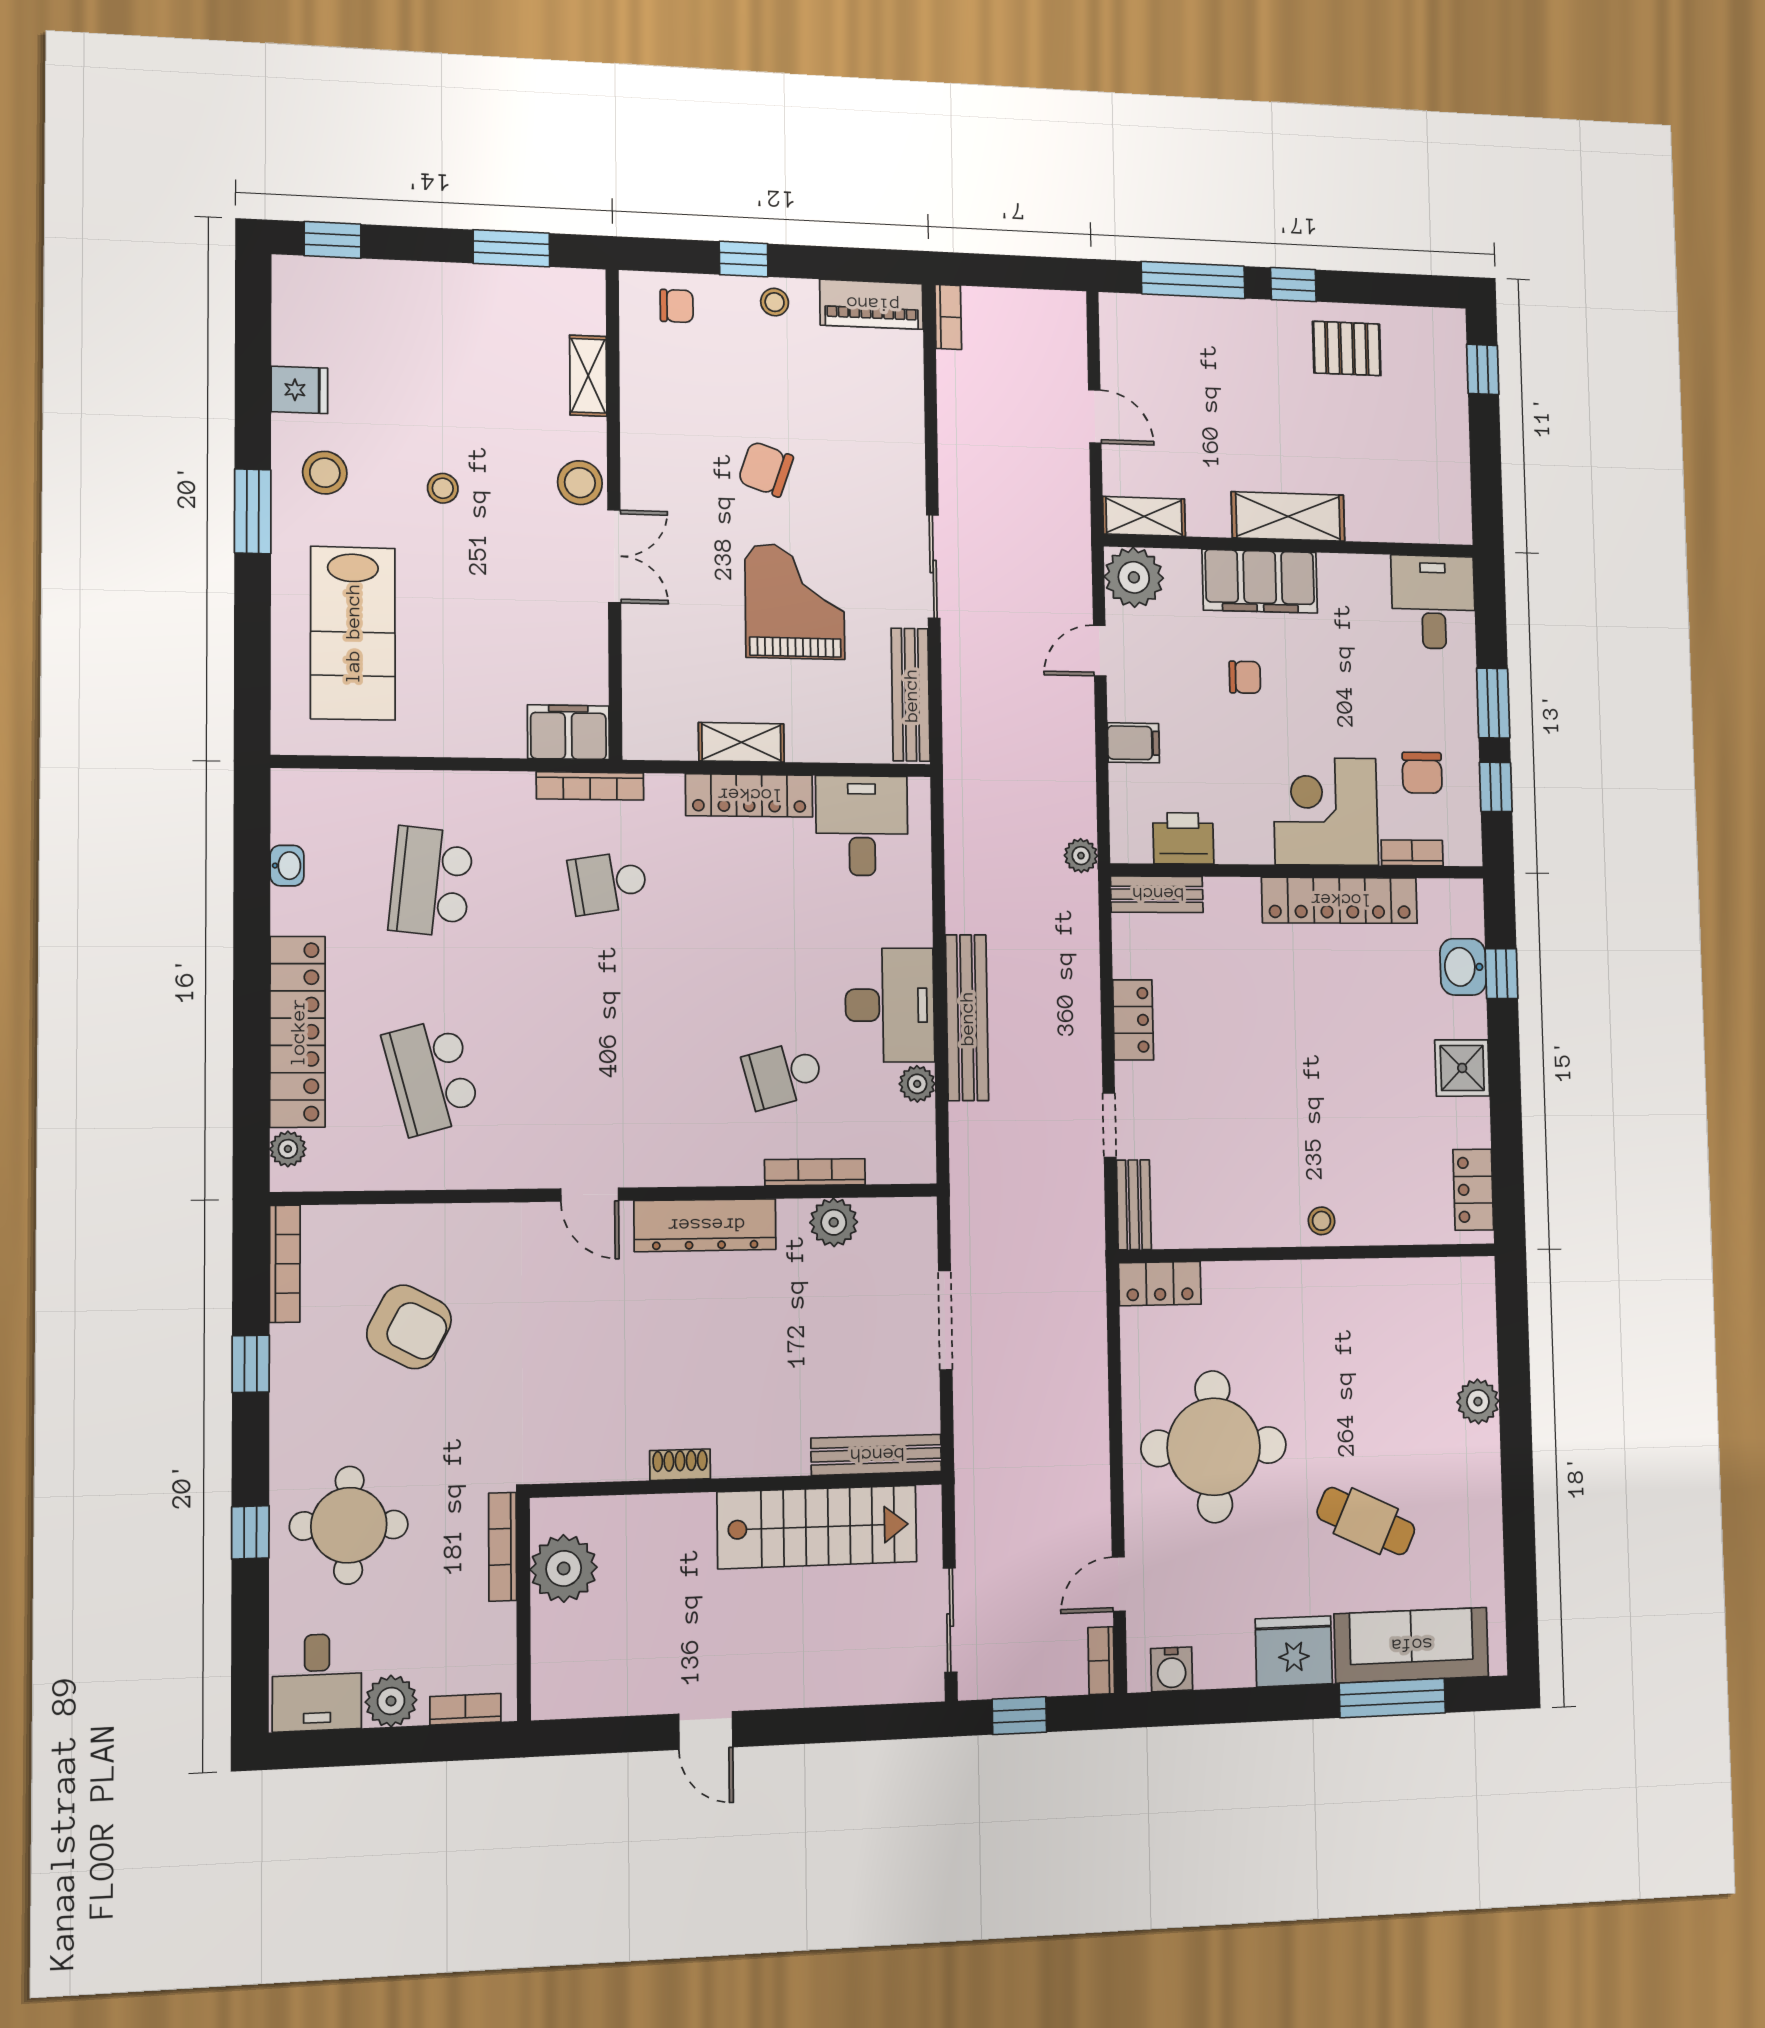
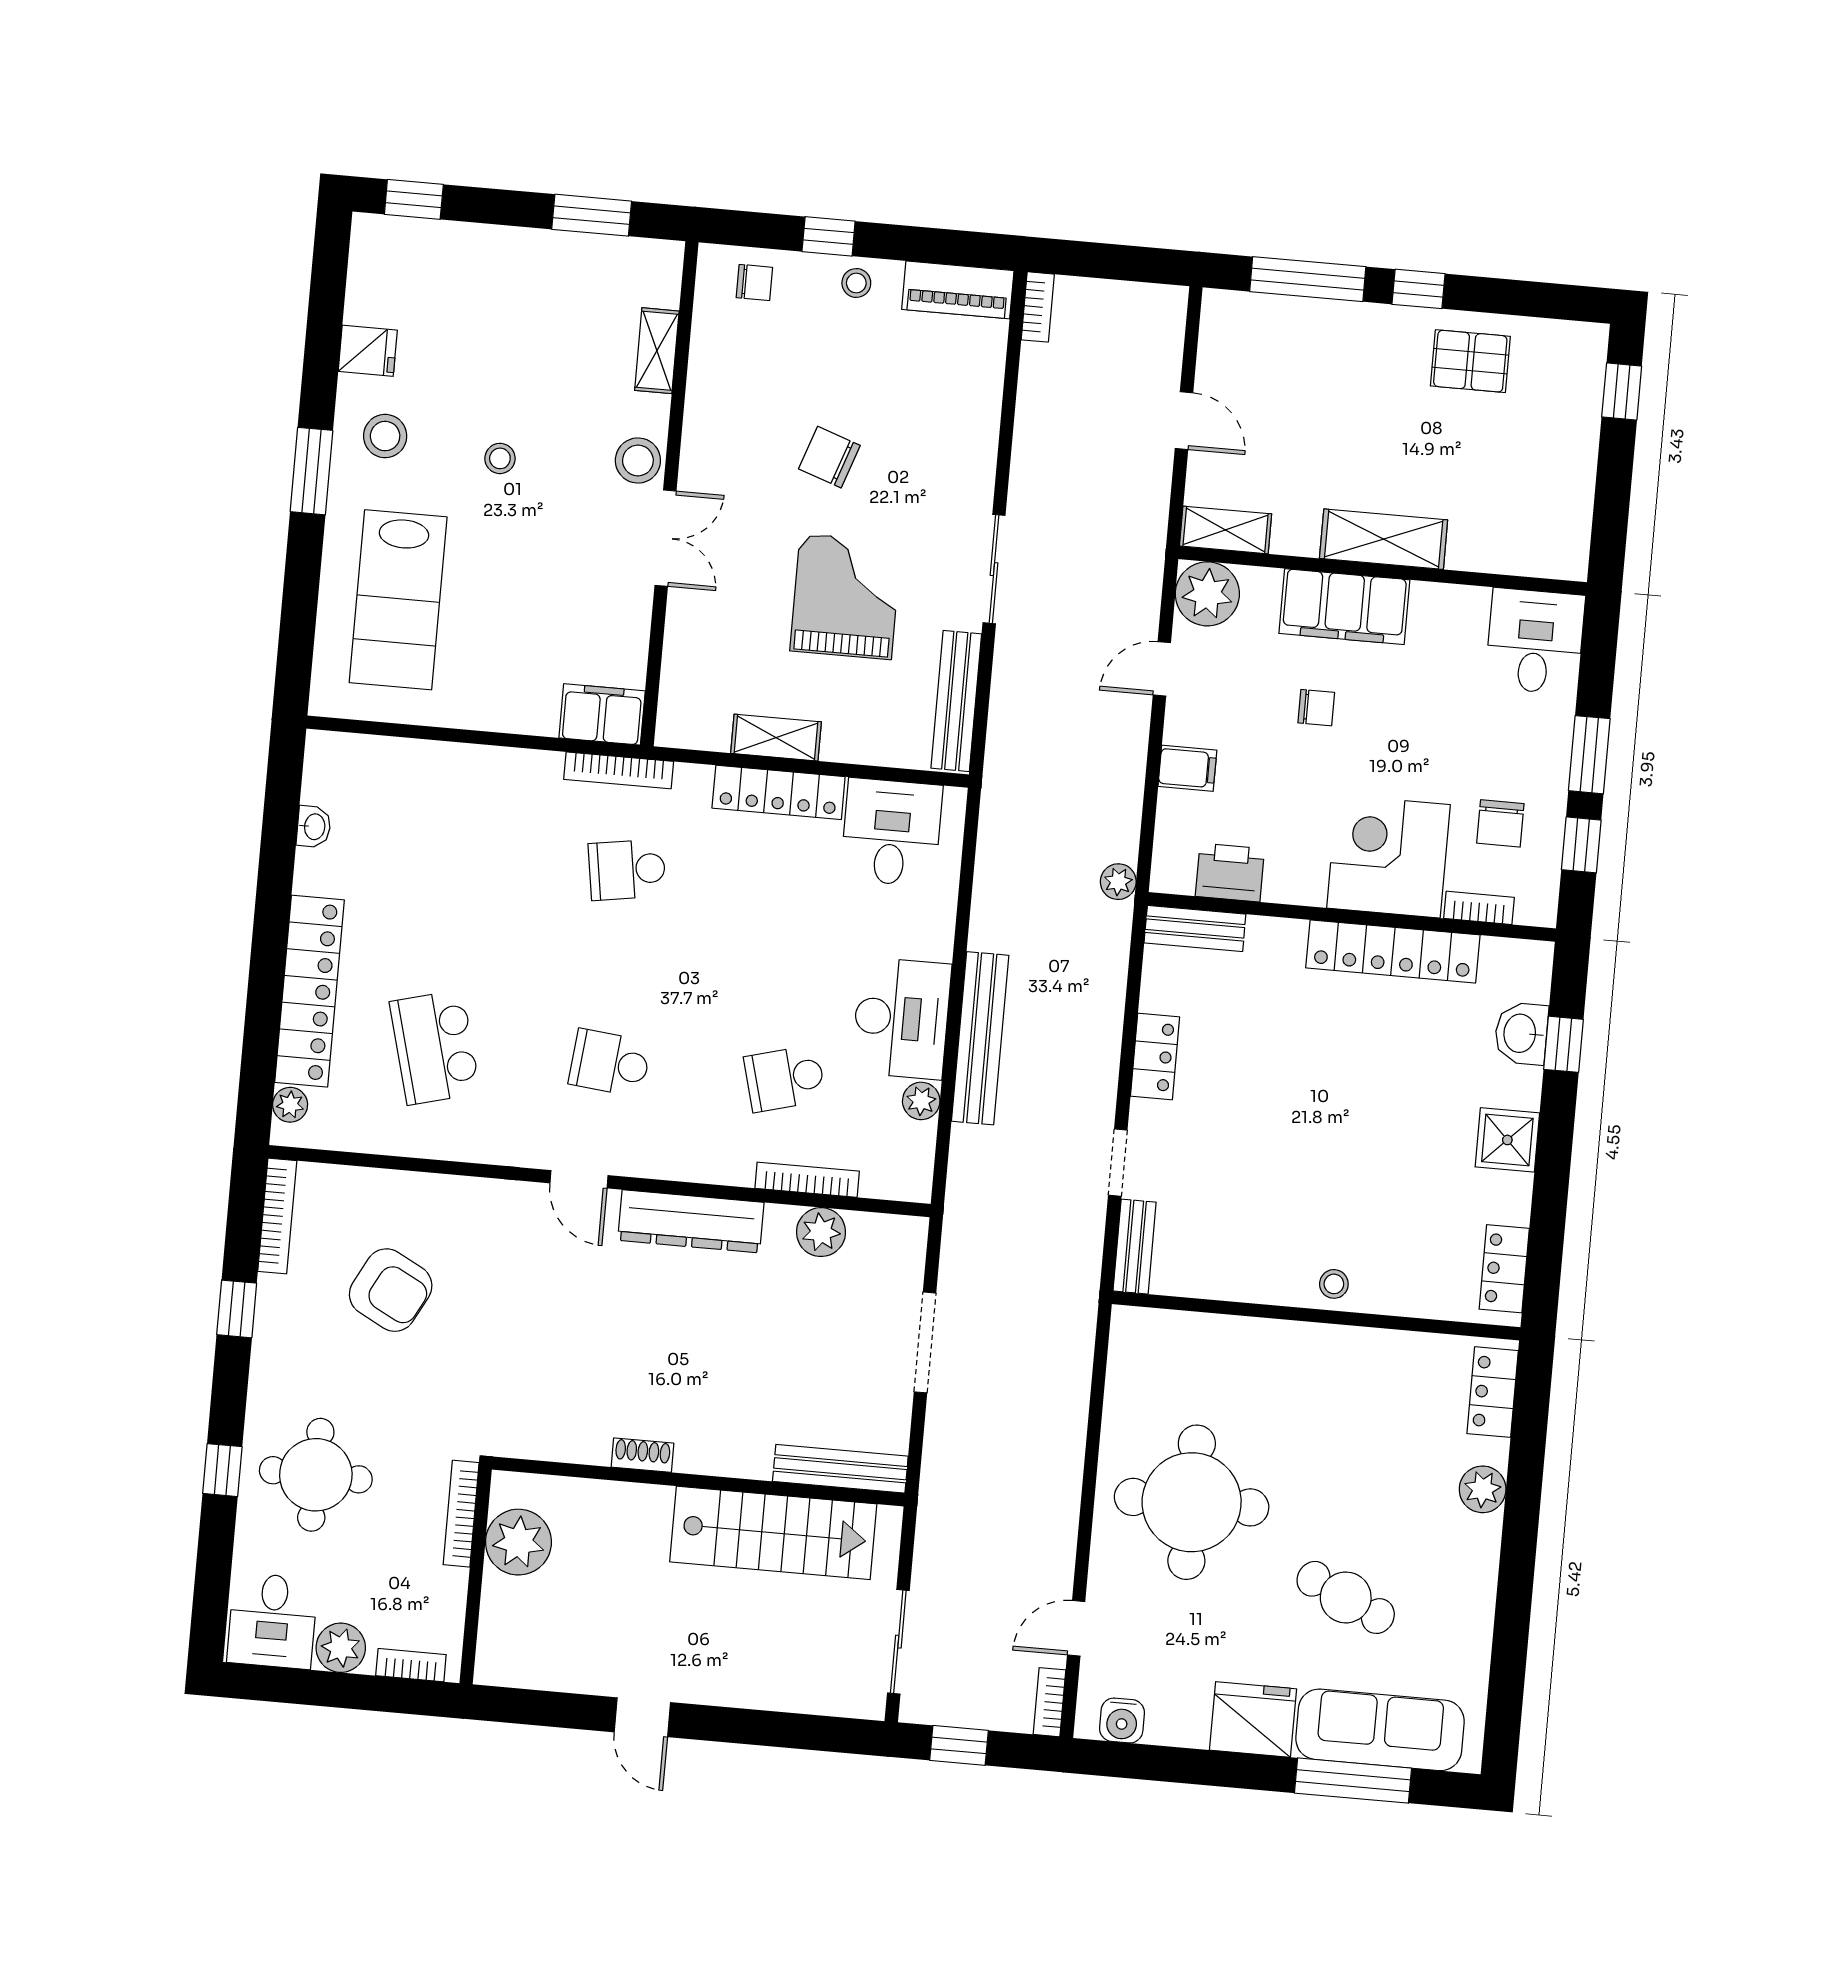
school desk: (431, 882) -> (610, 1063), moved, width x0.54
locker: (1160, 1284) -> (1493, 1392), moved, turned 90

